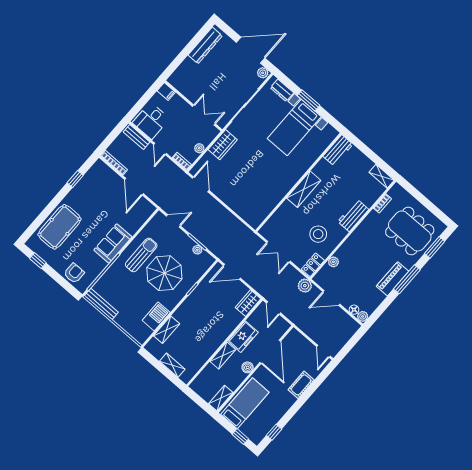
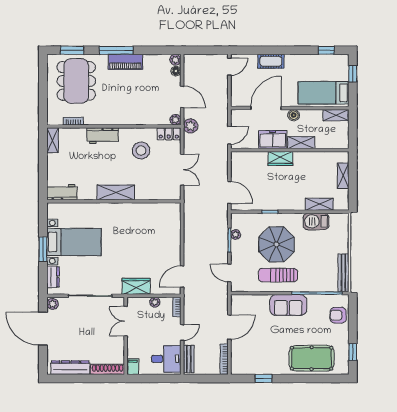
shoe rack: (180, 71) -> (108, 369), added
plant: (333, 262) -> (175, 120), moved
wardrobe: (248, 303) -> (280, 158), moved

